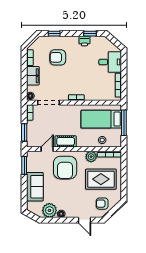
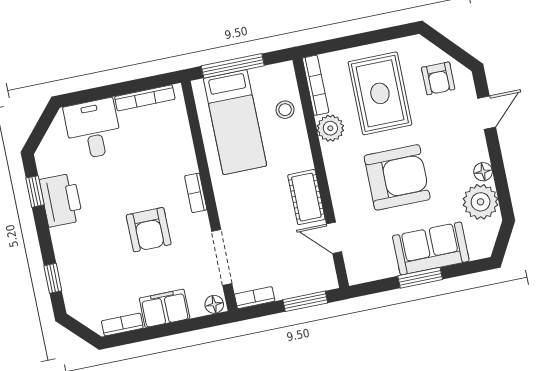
printer: (84, 41) -> (61, 200), width x1.87, depth x1.48
armchair: (58, 57) -> (149, 230), moved
window: (24, 165) -> (420, 278), moved
armchair: (65, 168) -> (397, 177), moved

